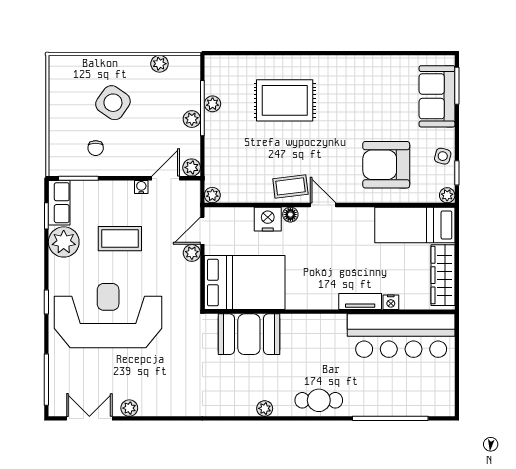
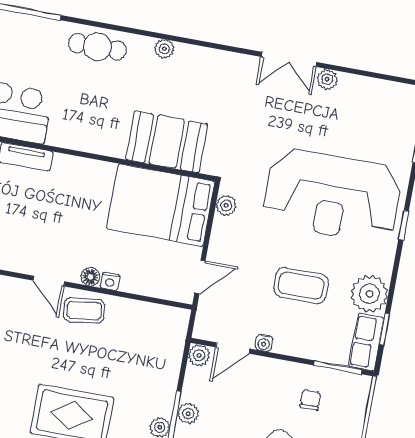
plant: (212, 195) -> (180, 317), removed
nightstand: (268, 219) -> (110, 281), width x0.53, depth x0.56
plant: (192, 253) -> (226, 206), moved
double door: (89, 418) -> (289, 59), moved

